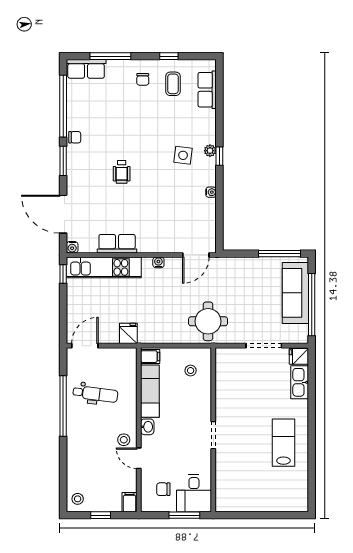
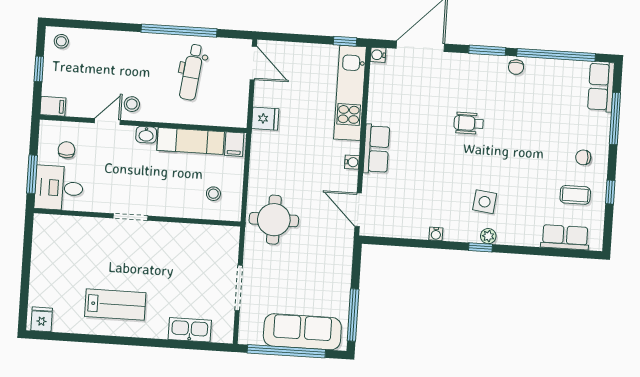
row of seats: (117, 244) -> (376, 149), moved
fridge: (299, 356) -> (42, 319), moved

